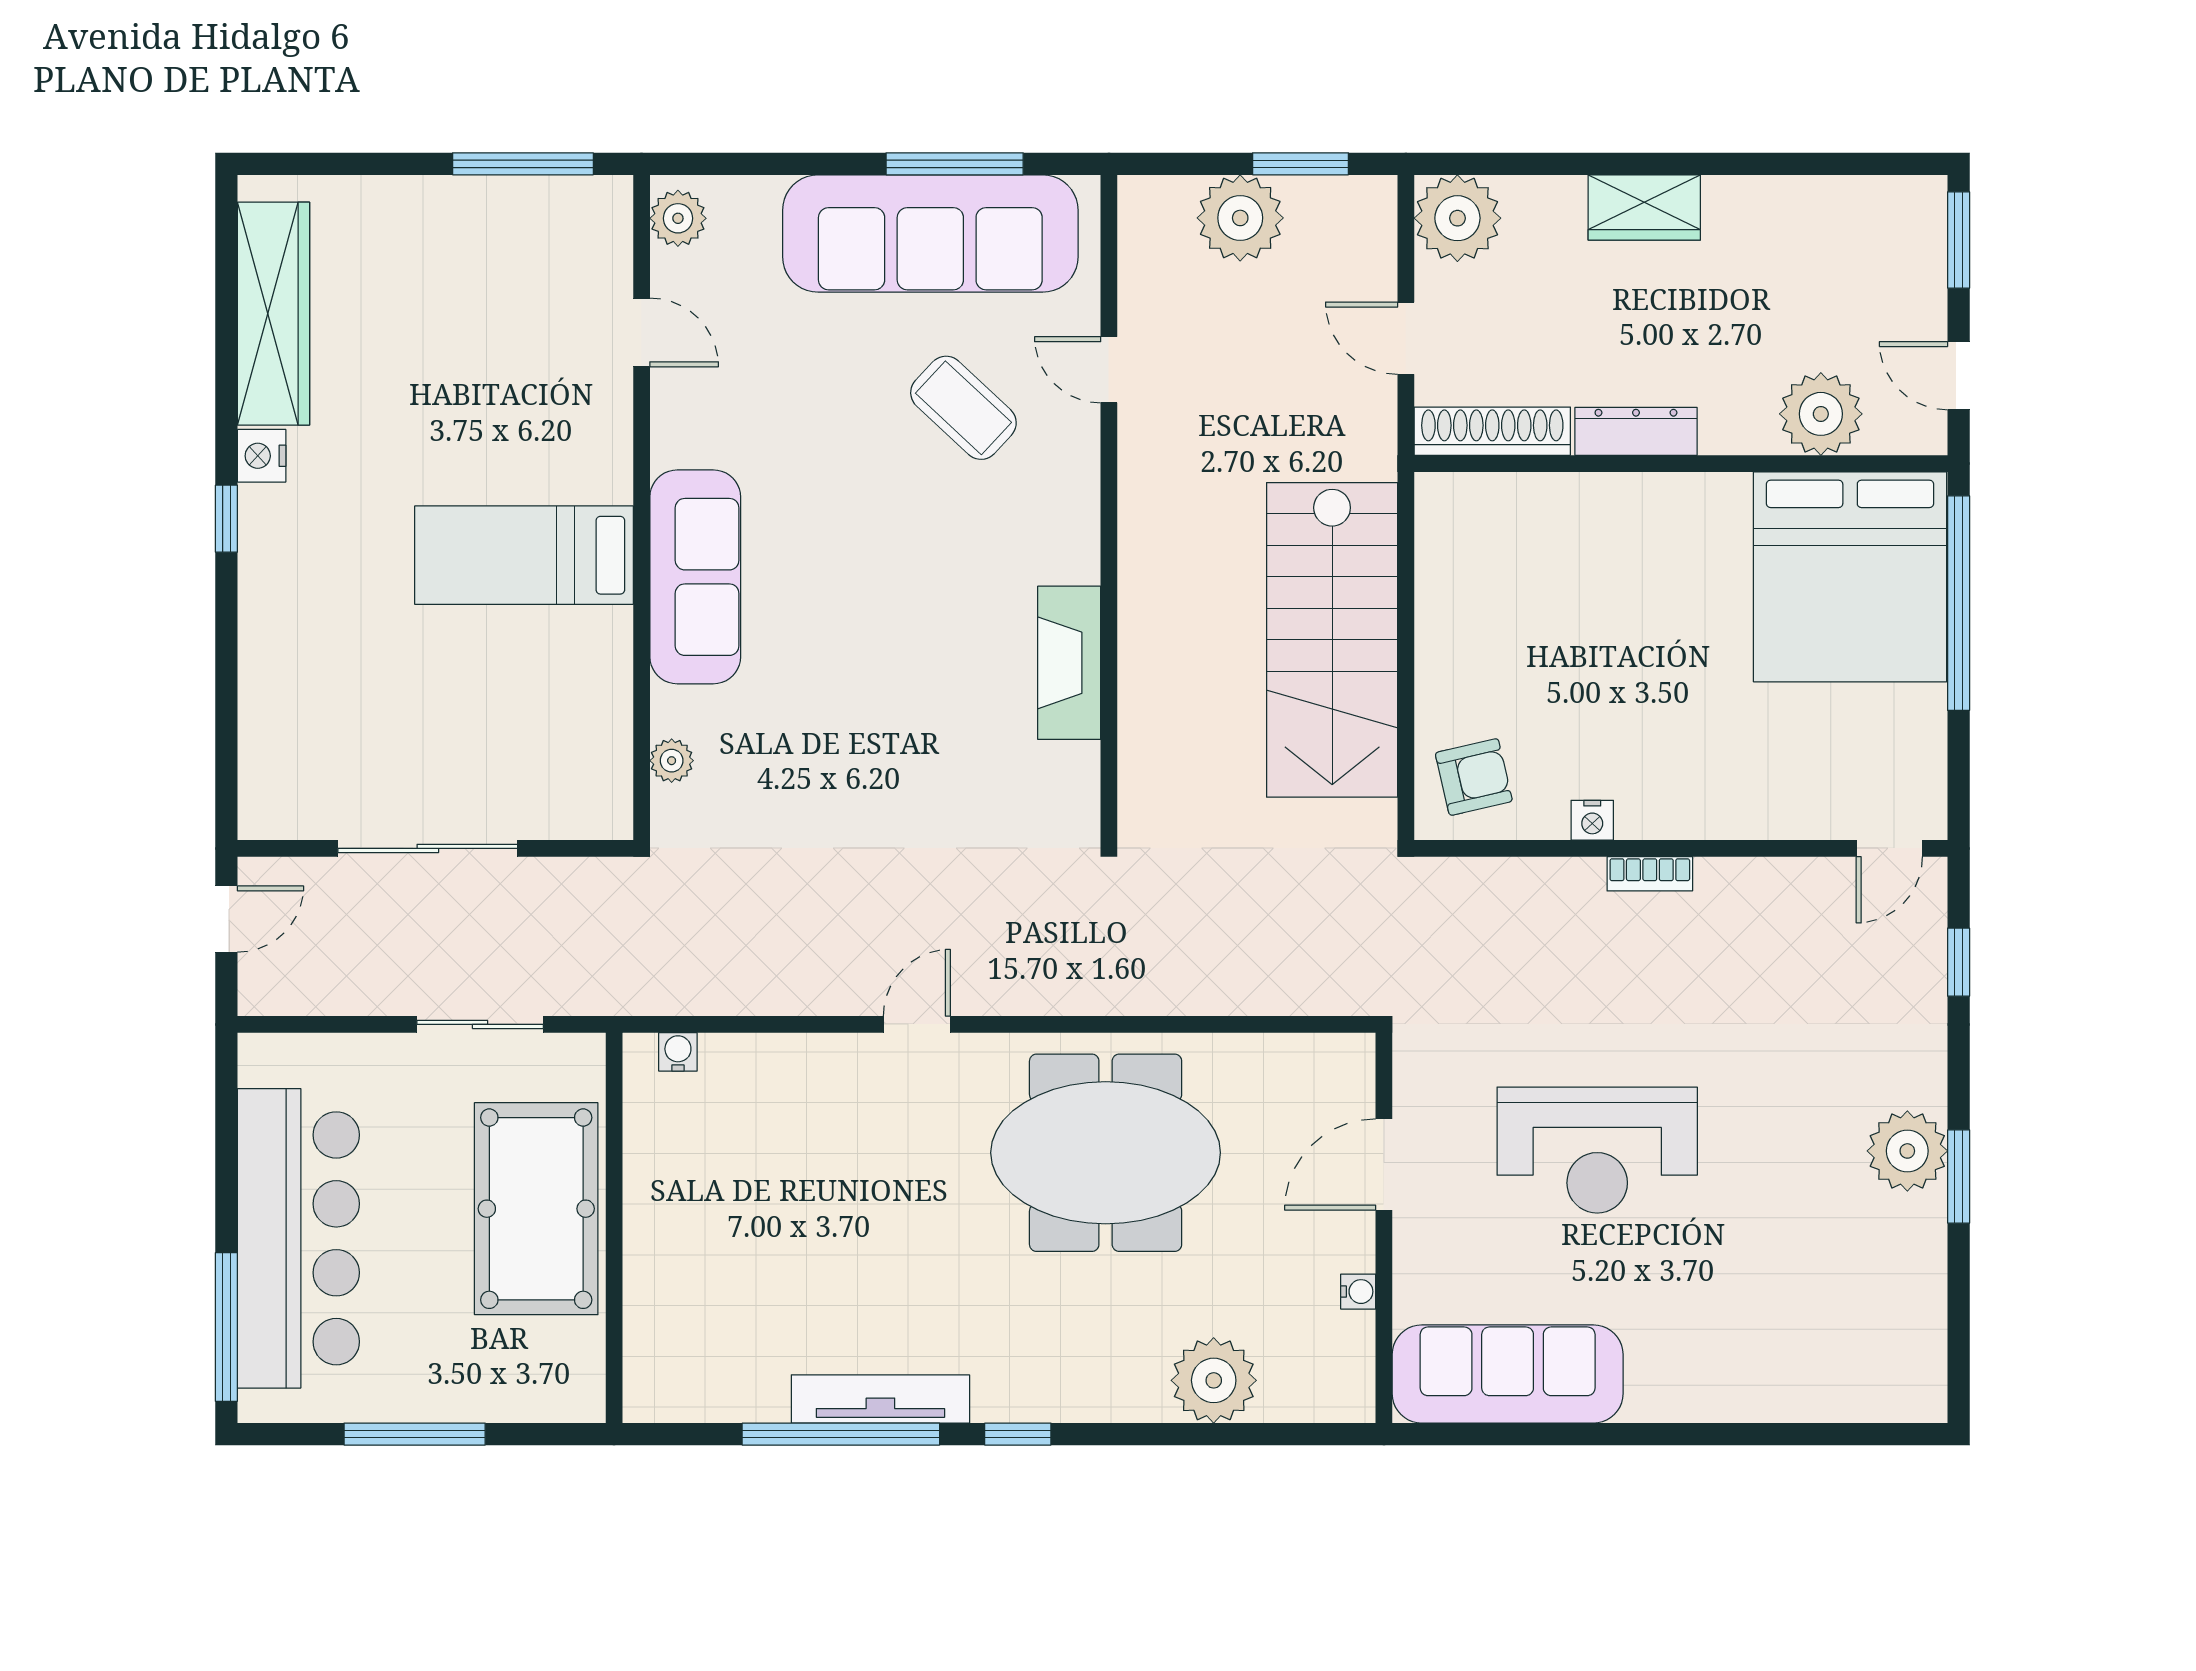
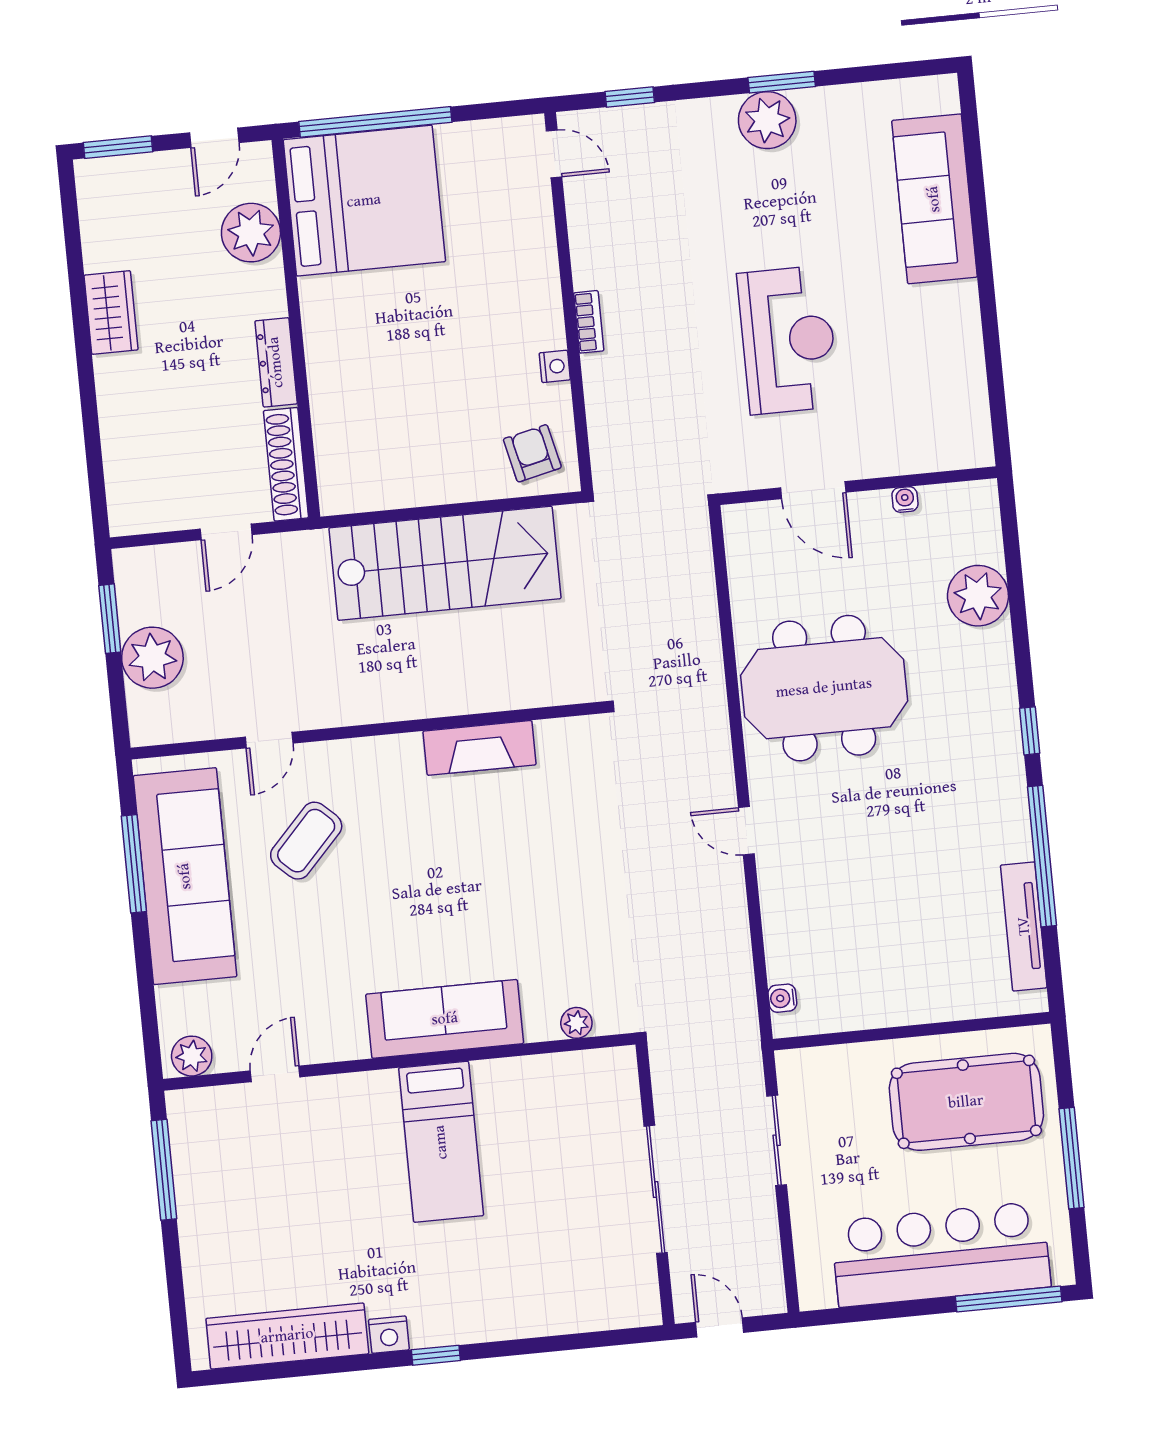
wardrobe: (1644, 207) -> (111, 312), moved
plant: (1457, 218) -> (137, 504), removed
meeting table: (1106, 1153) -> (824, 688), turned 90
pool table: (536, 1209) -> (966, 1102), moved
sofa: (1508, 1374) -> (934, 199), moved
tv unit: (880, 1399) -> (1024, 926), moved

